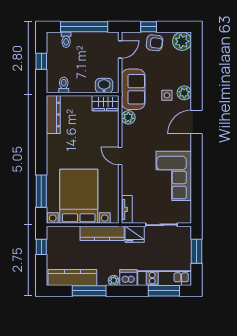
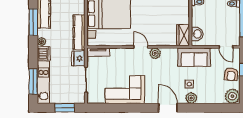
plant: (128, 117) -> (155, 53), moved
door: (120, 156) -> (141, 47), hinge flipped

